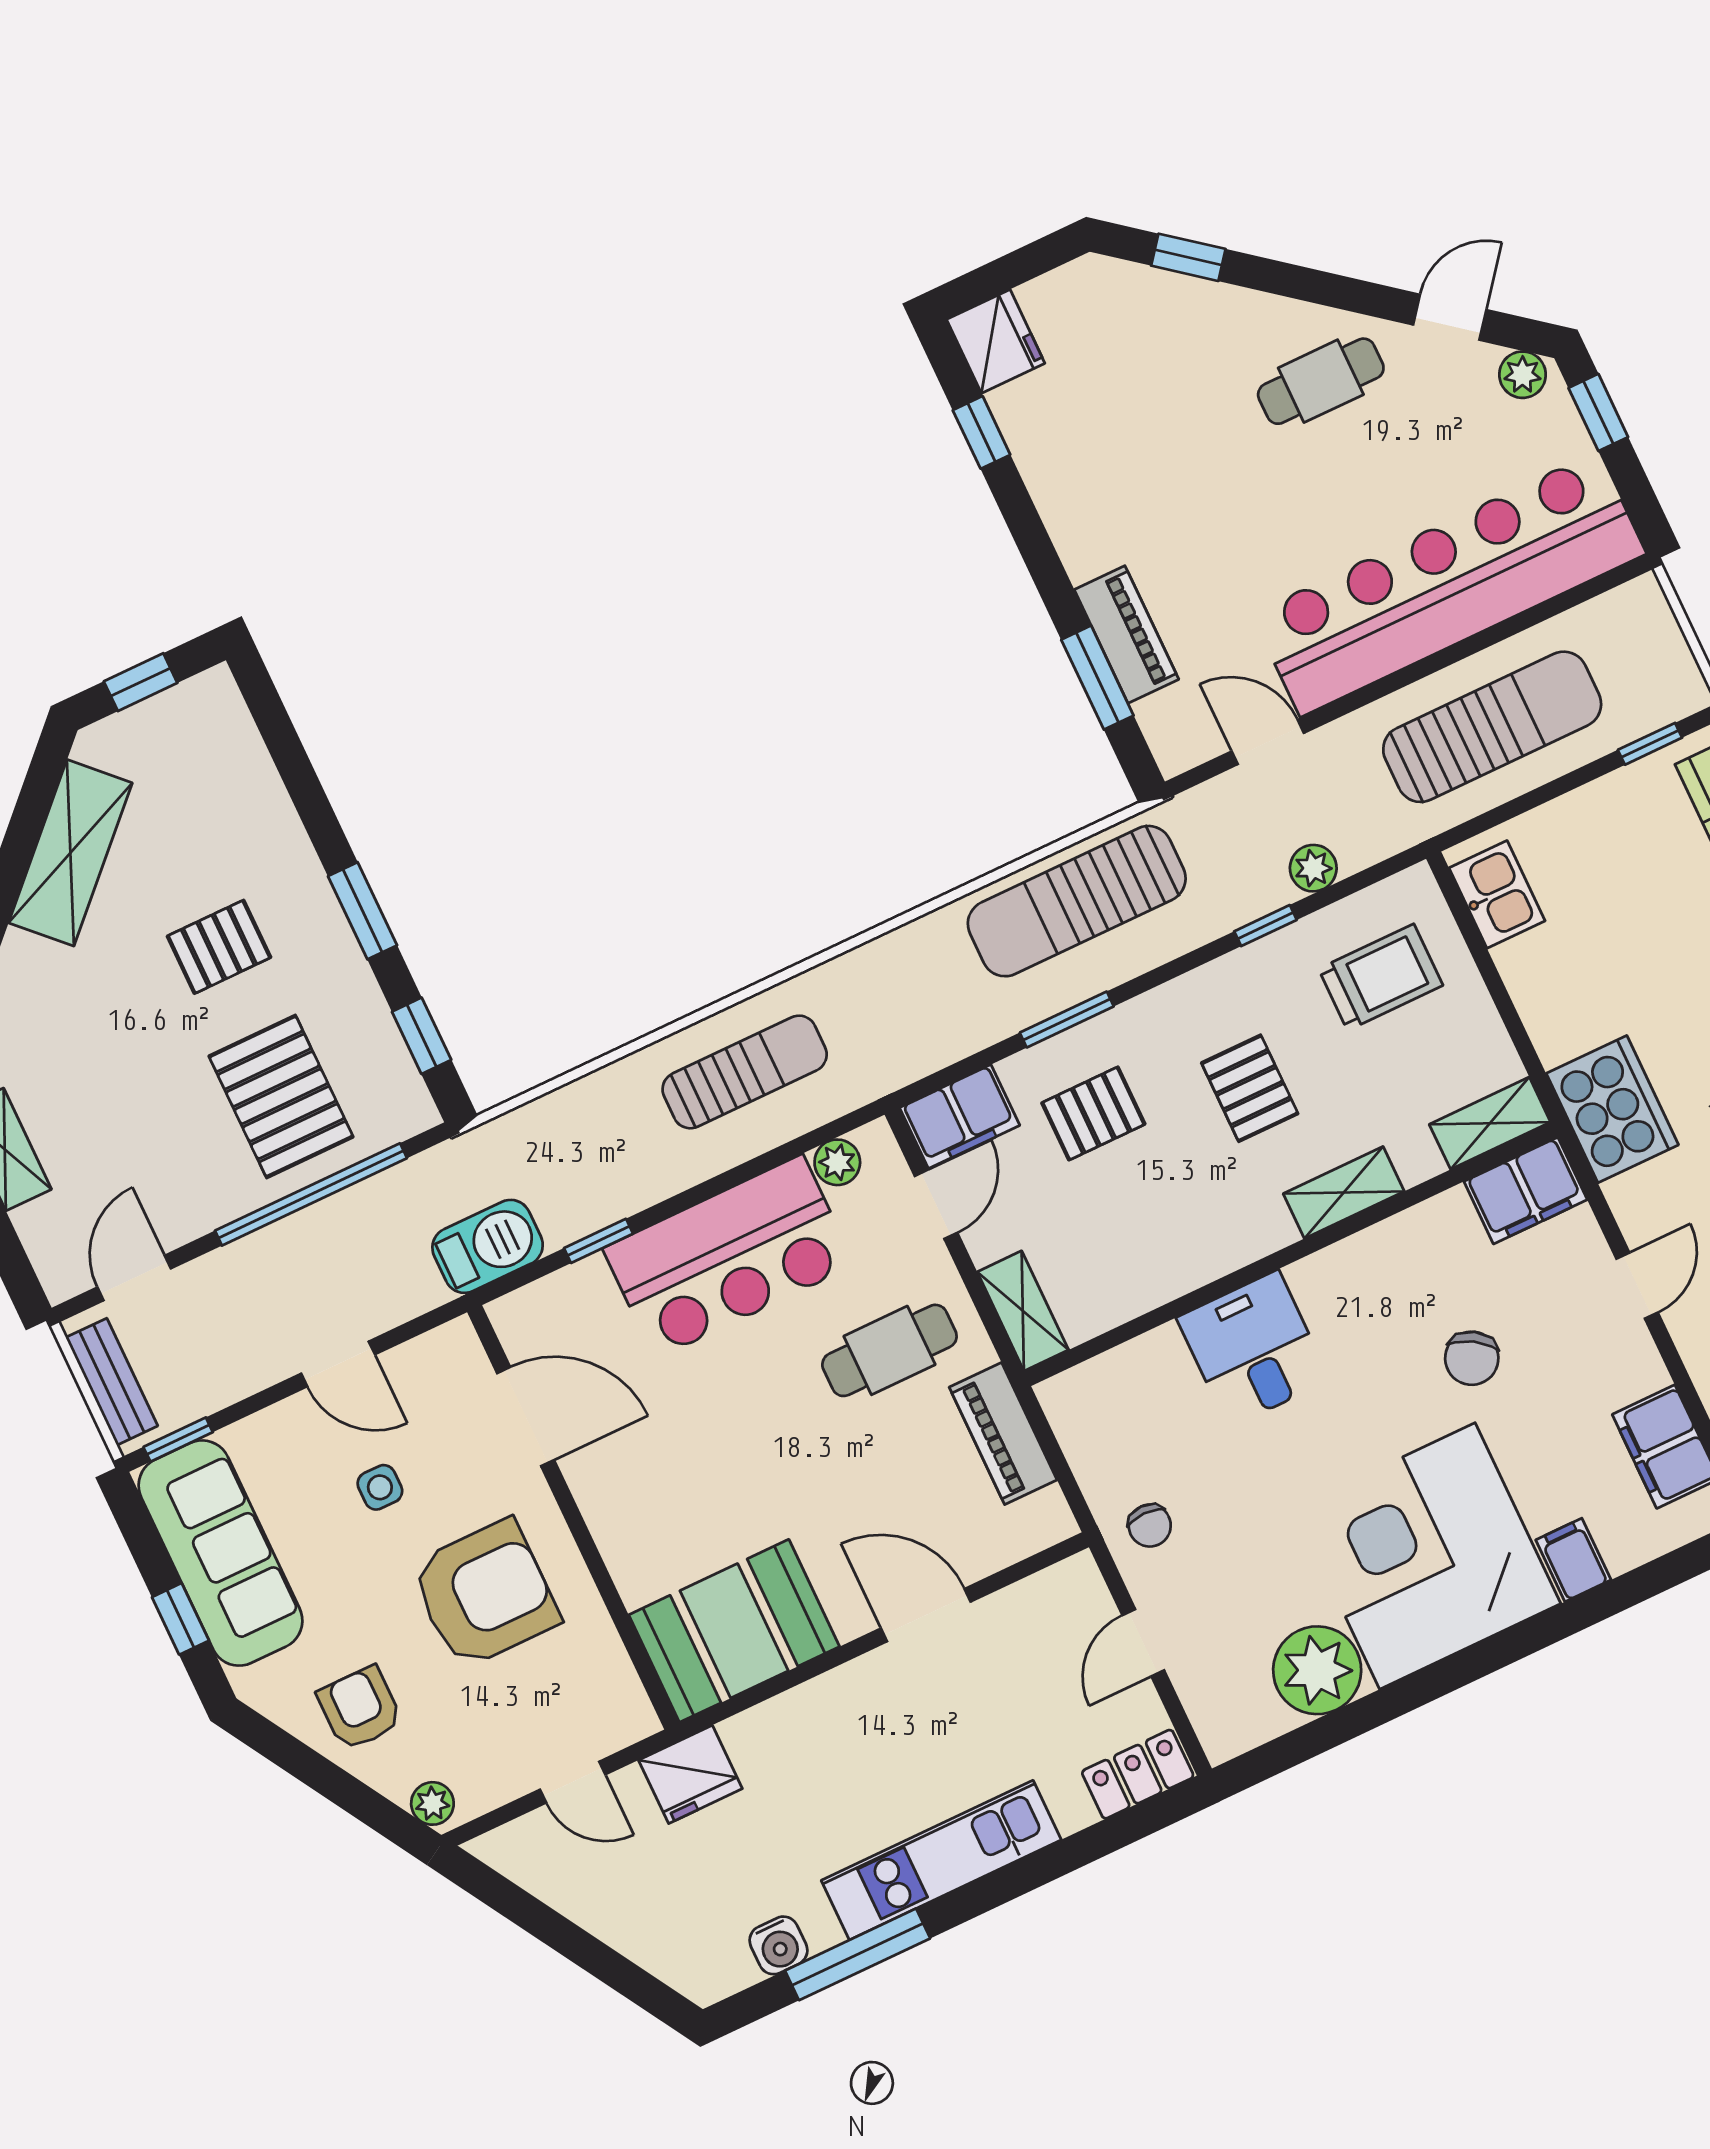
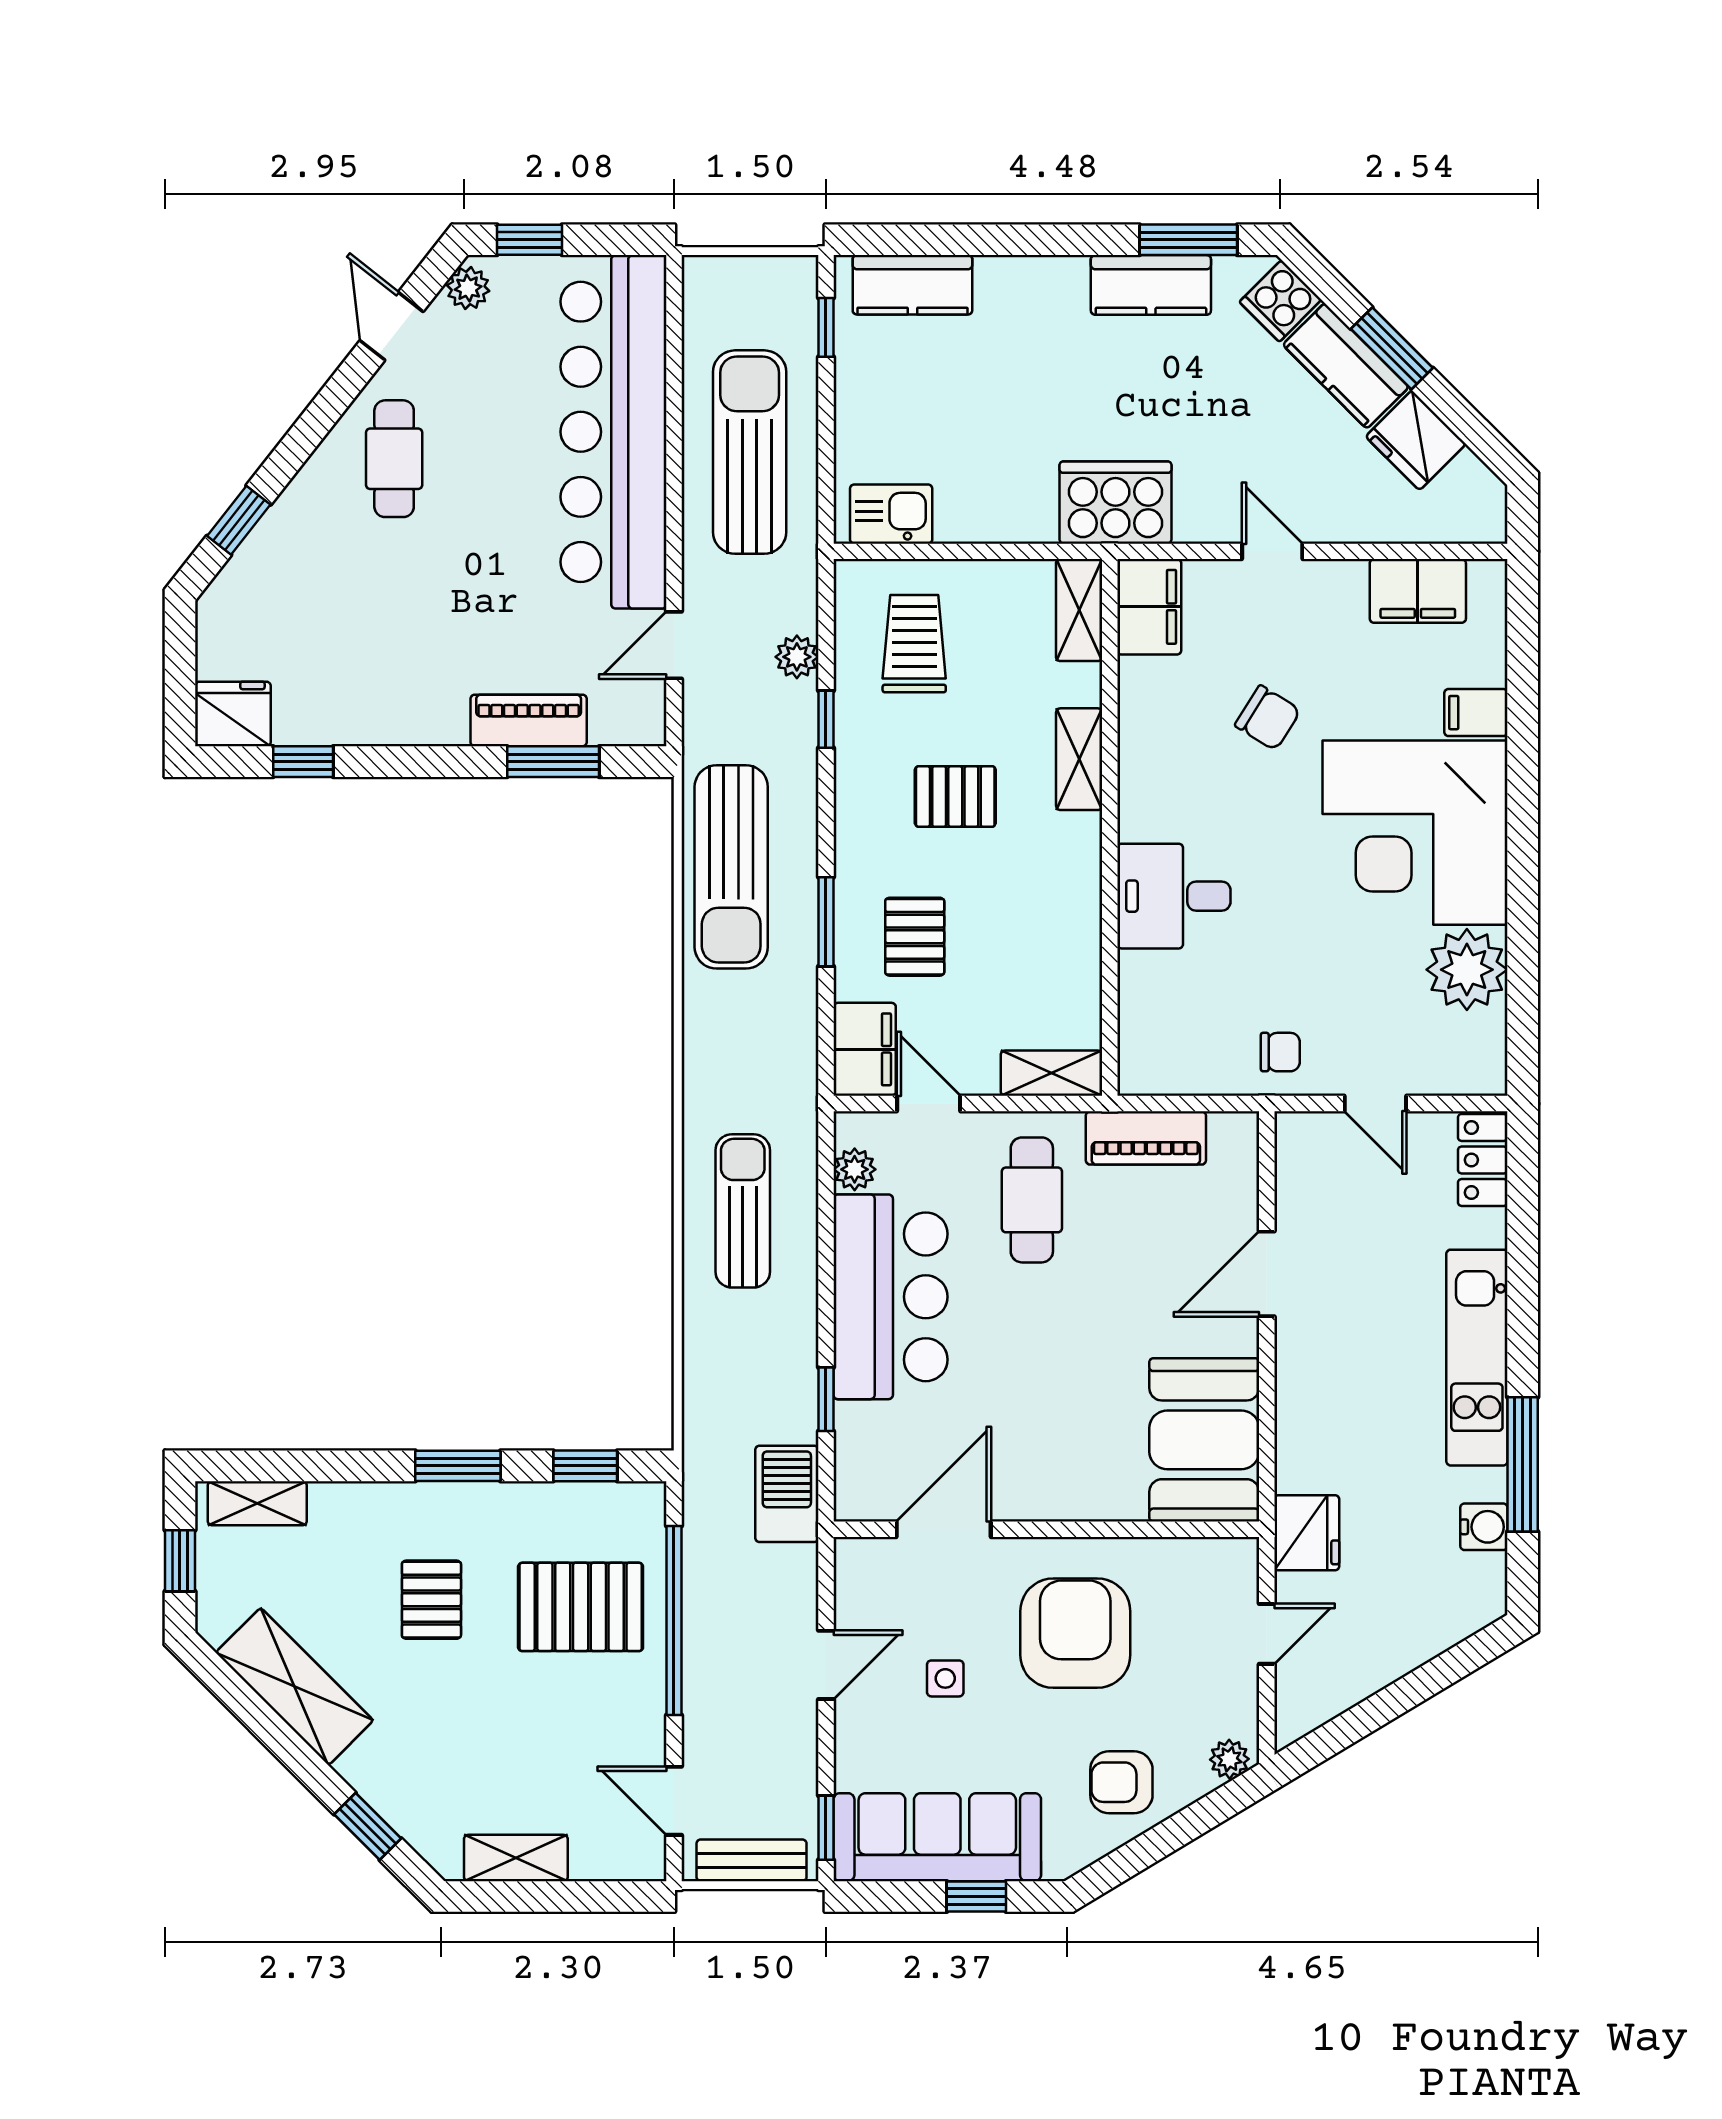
shelving: (233, 731) -> (257, 1503), added

